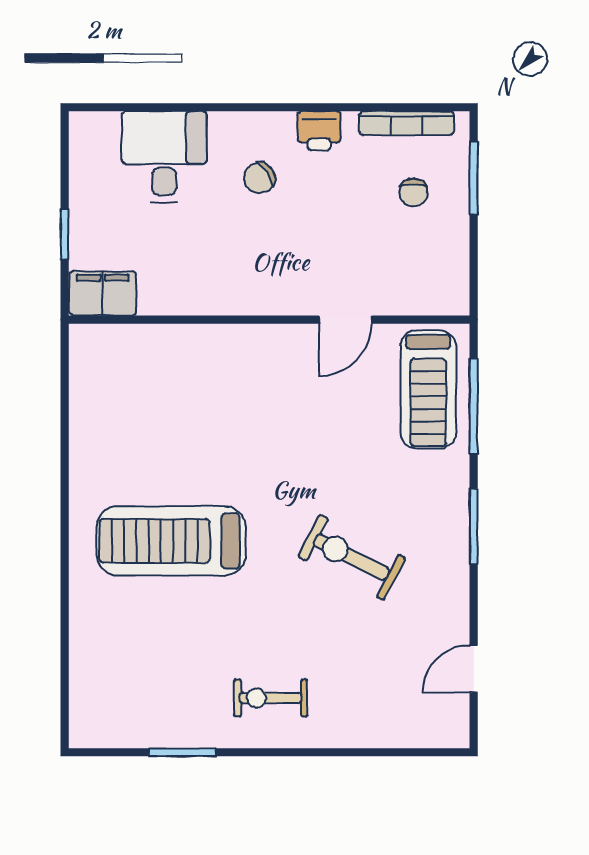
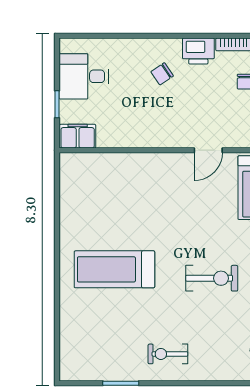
printer: (319, 131) -> (198, 51), width x1.36, depth x1.24
desk: (164, 157) -> (84, 76), moved, turned -90
exercise bike: (352, 557) -> (212, 278), turned 153

